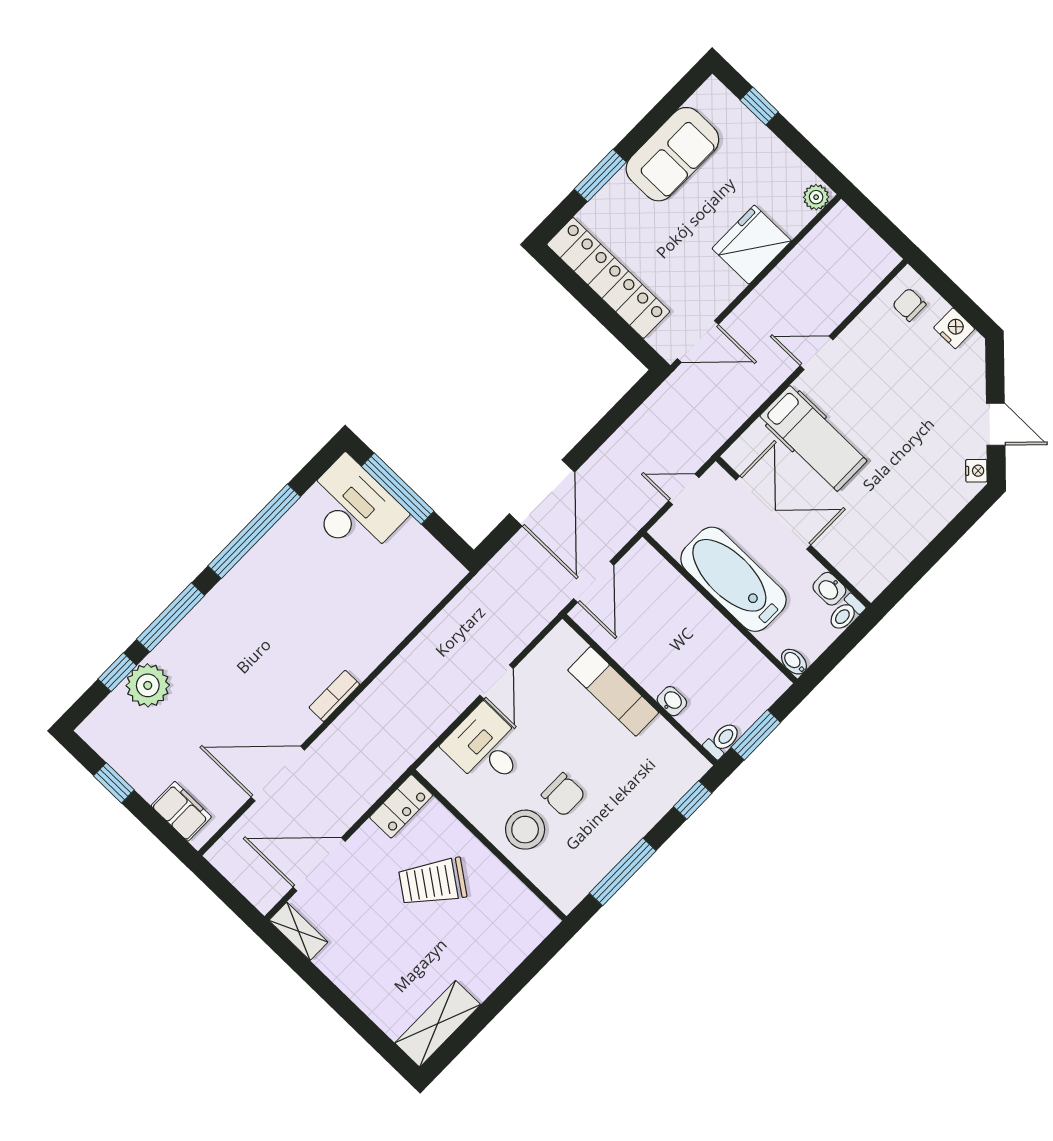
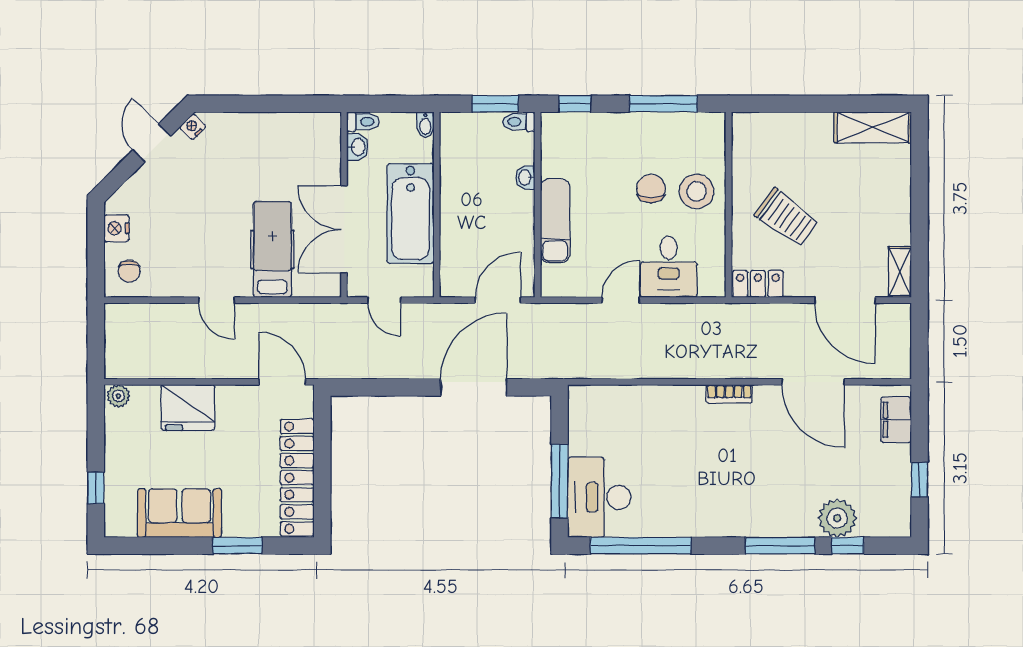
window: (254, 531) -> (641, 546), moved

